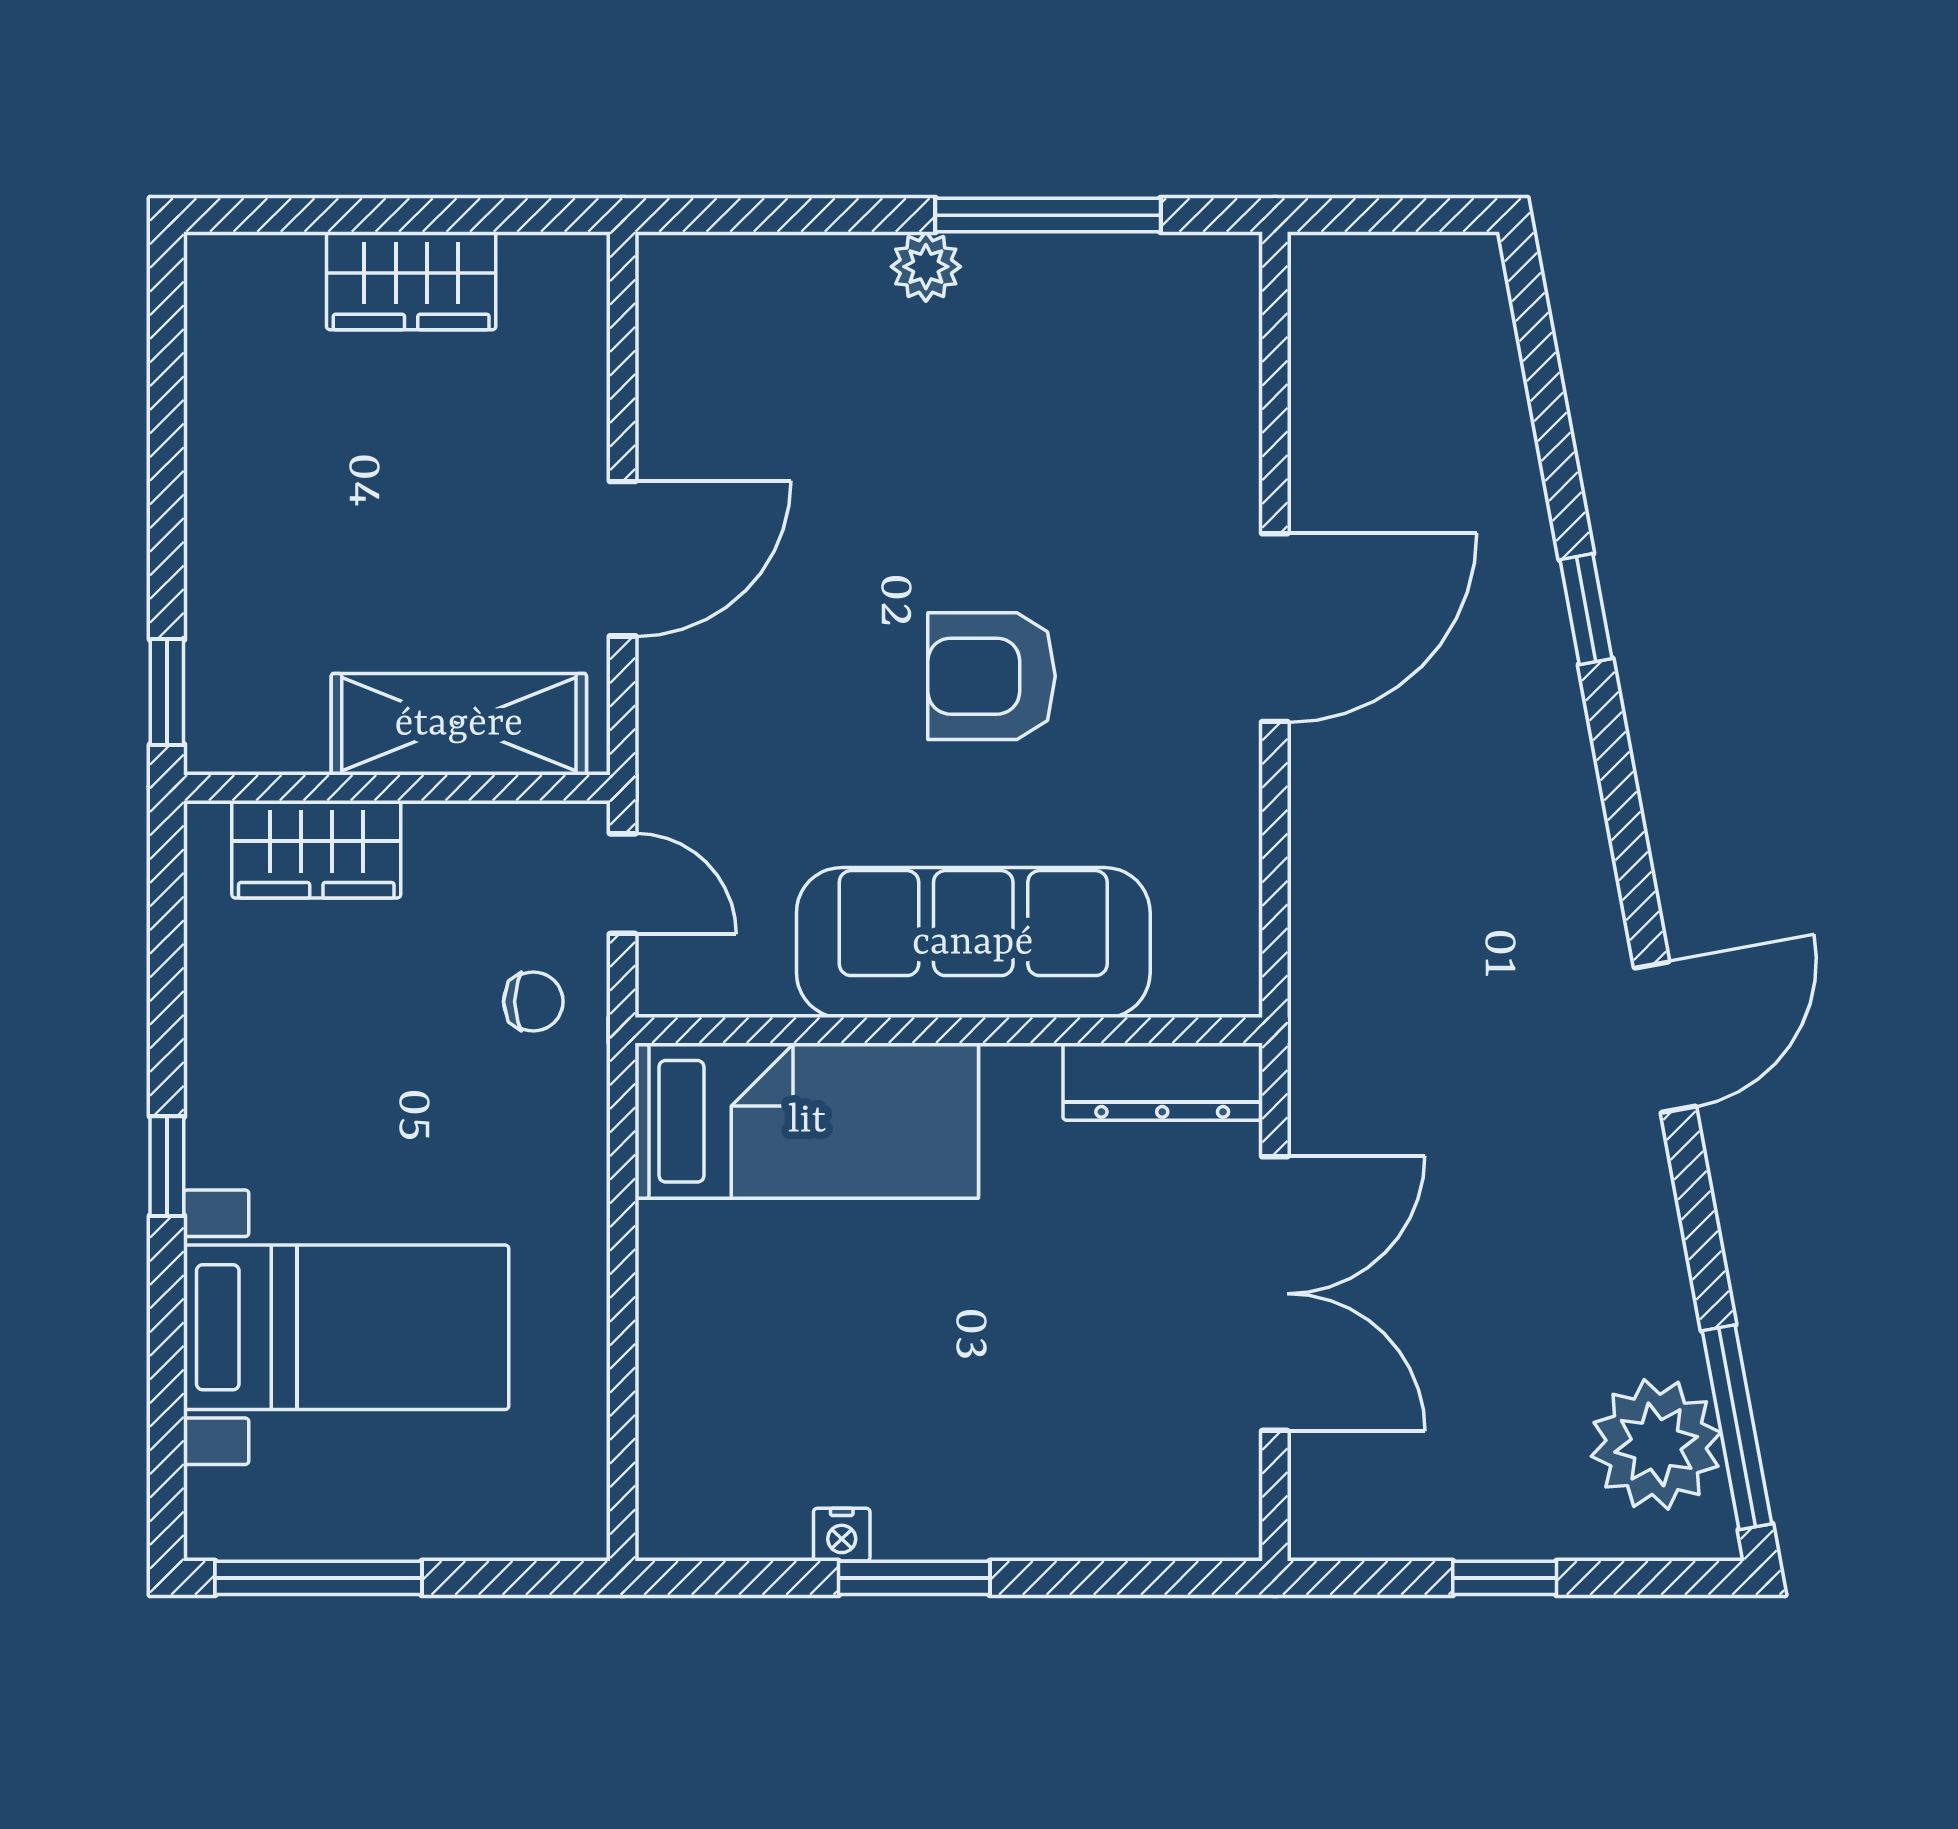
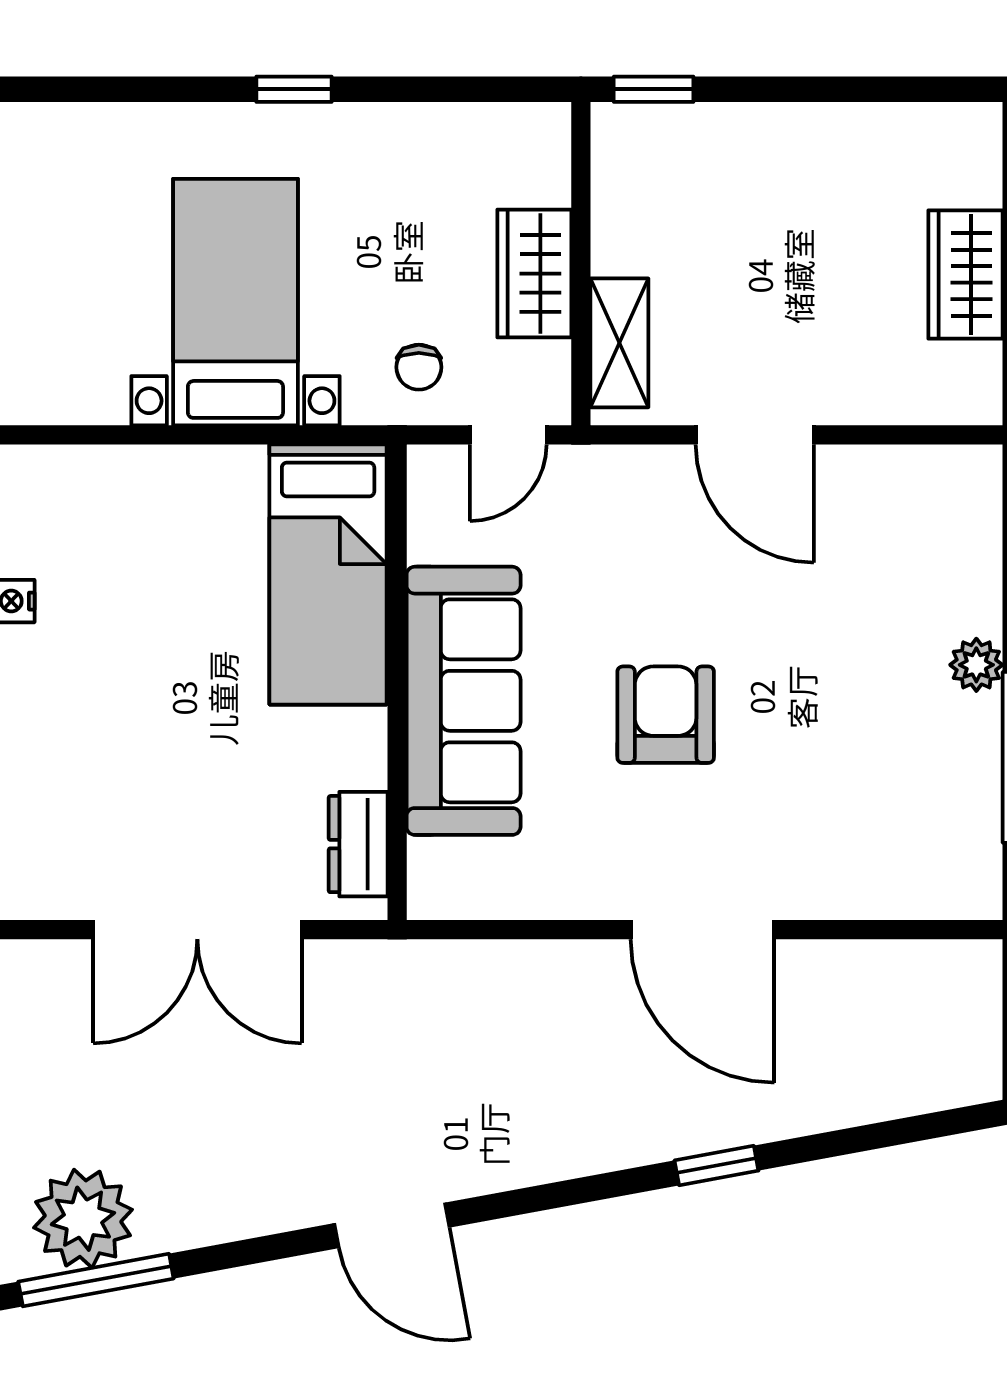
shelving: (459, 724) -> (619, 343), width x0.67, depth x0.75
wardrobe: (316, 849) -> (534, 274), moved
dresser: (1162, 1082) -> (358, 844), width x0.70
bed with nightstands: (346, 1327) -> (235, 302), moved, turned 180

